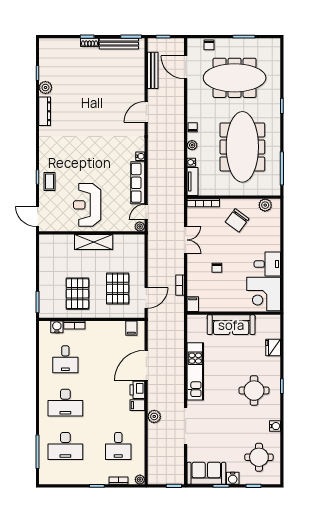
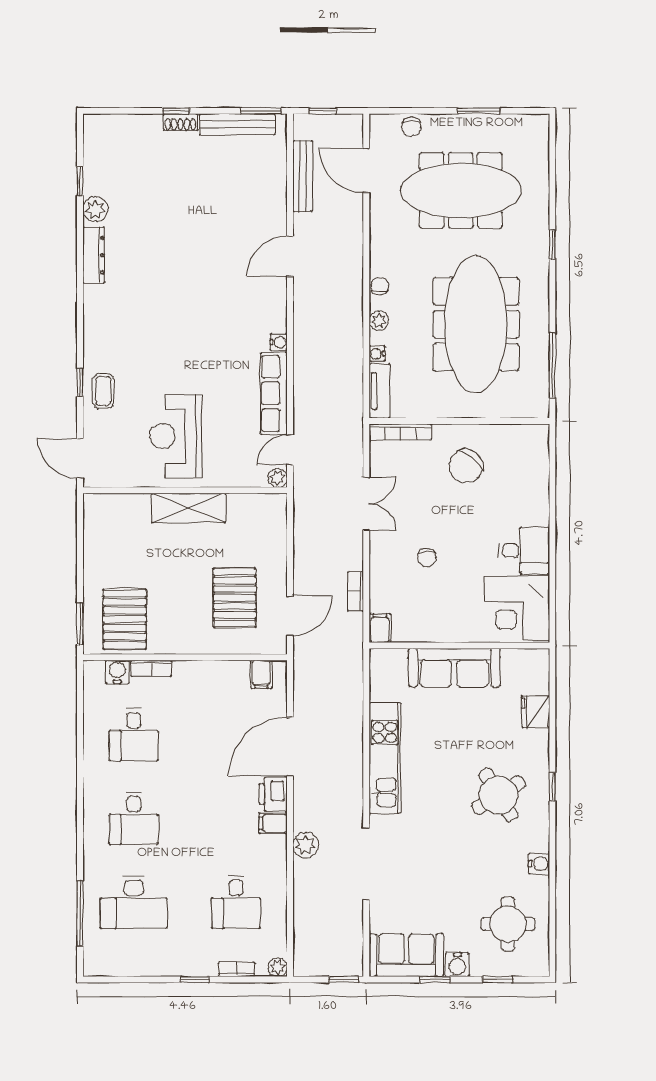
plant: (265, 205) -> (520, 437), removed
pallet: (77, 294) -> (125, 619), moved
round table: (254, 391) -> (498, 795), turned -31
desk: (65, 403) -> (134, 818), width x0.73

